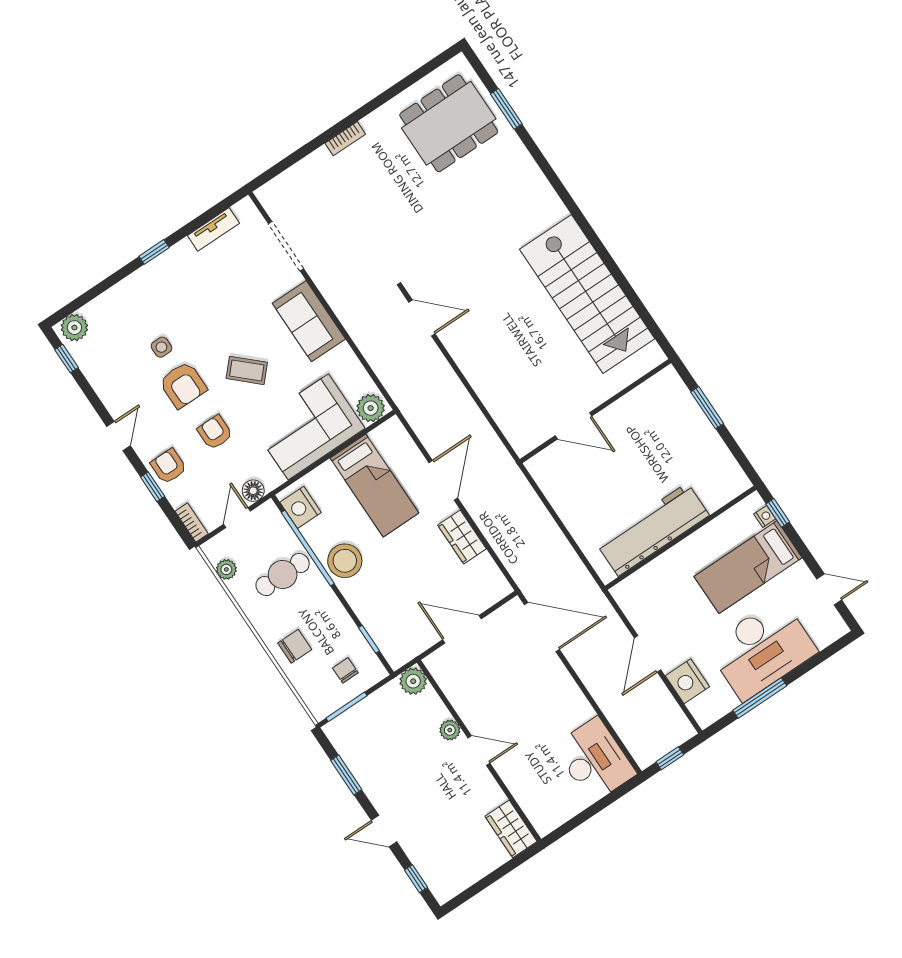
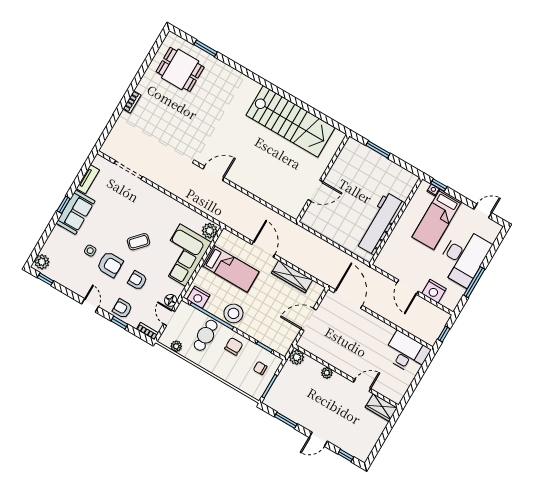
dining table: (449, 123) -> (180, 69), width x0.73
sofa: (309, 321) -> (76, 212), moved, turned -90
wardrobe: (462, 537) -> (292, 277), width x1.50
door: (542, 627) -> (348, 299), hinge flipped
chair: (295, 646) -> (234, 346), moved
door: (479, 751) -> (362, 385), moved

